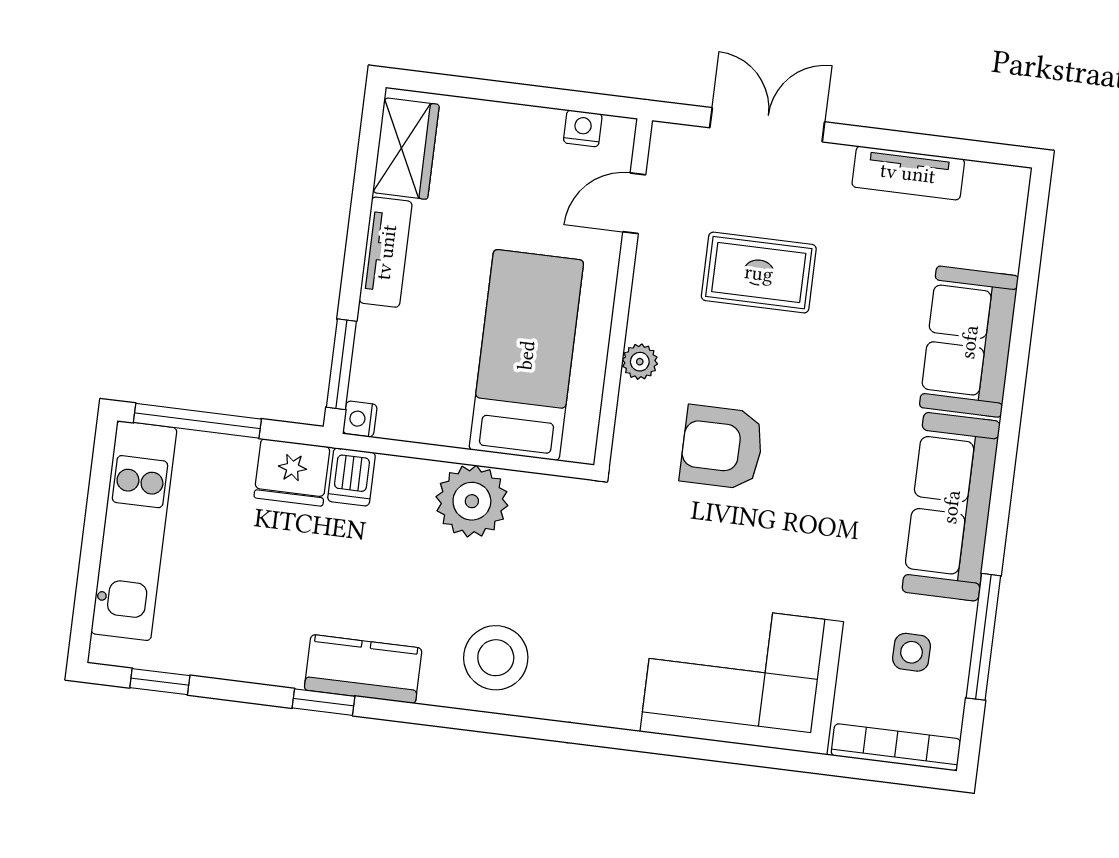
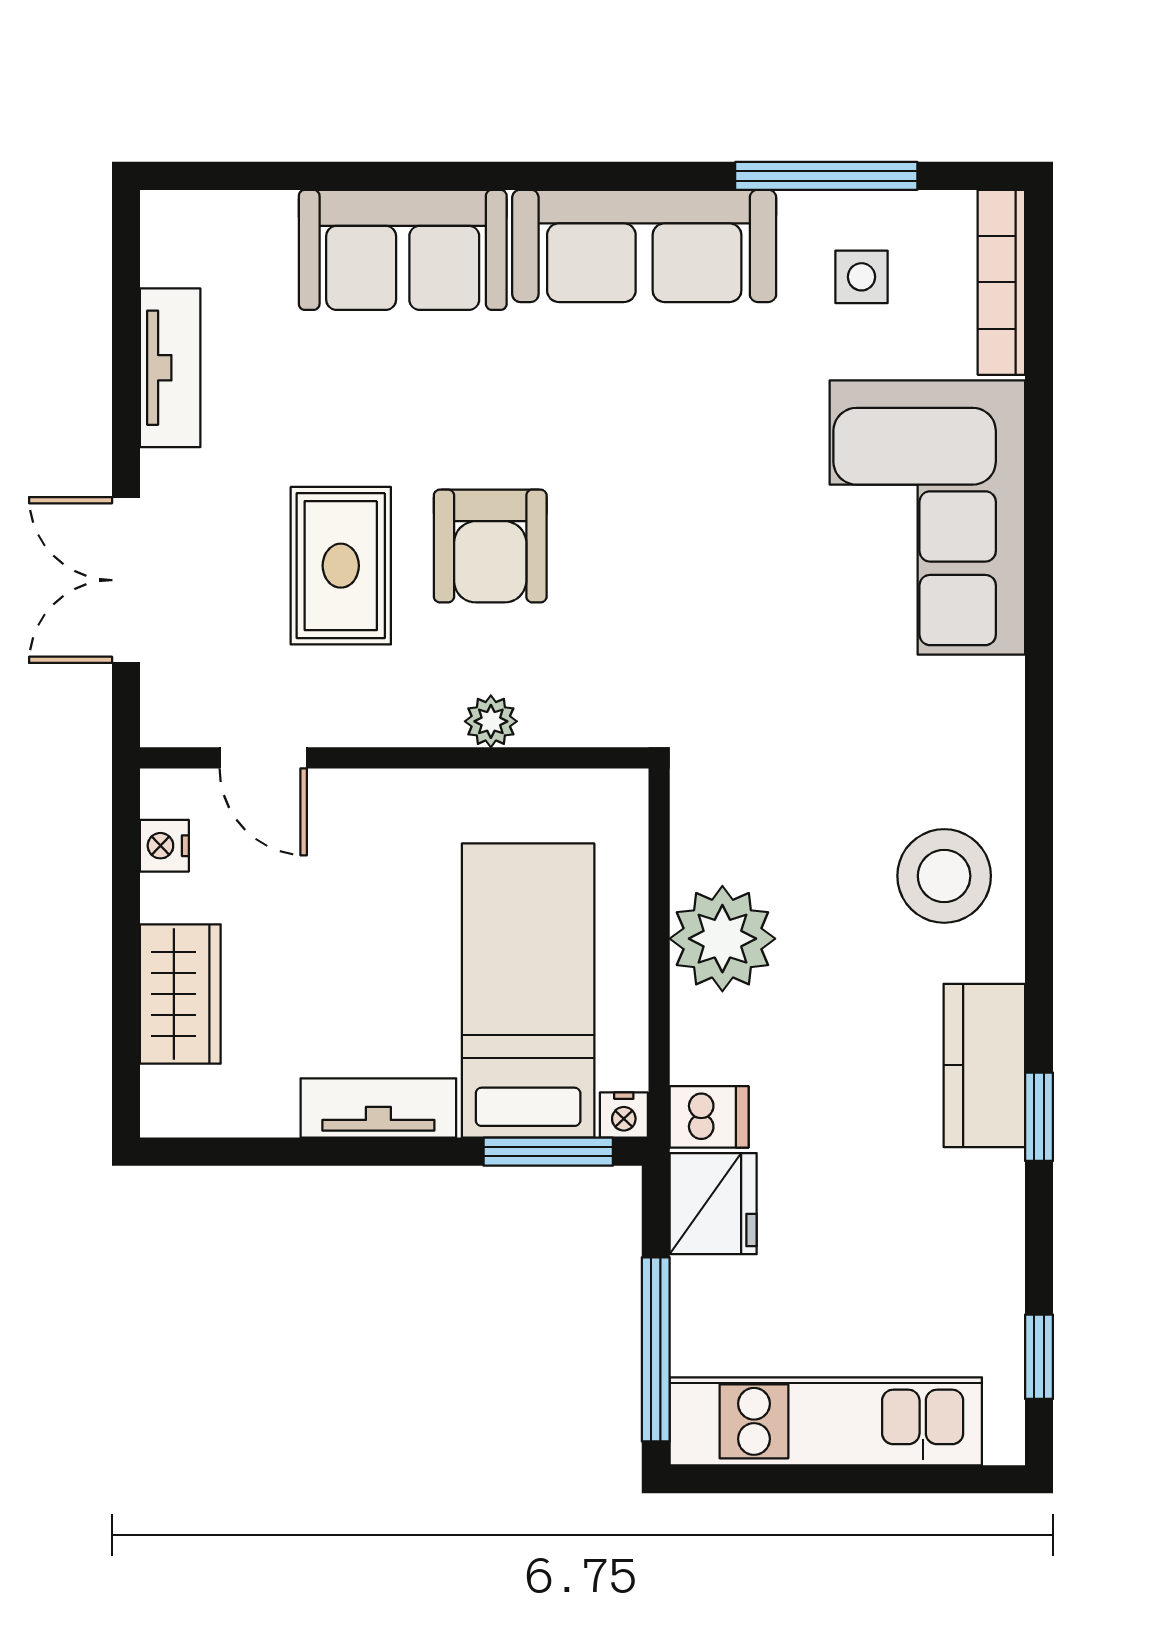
wardrobe: (406, 149) -> (180, 994), moved, turned 90
bed: (526, 355) -> (528, 991), moved, turned 90
armchair: (722, 447) -> (490, 546), moved

